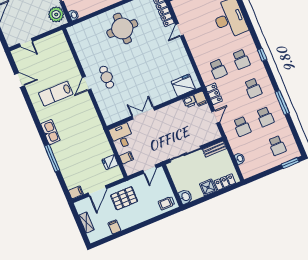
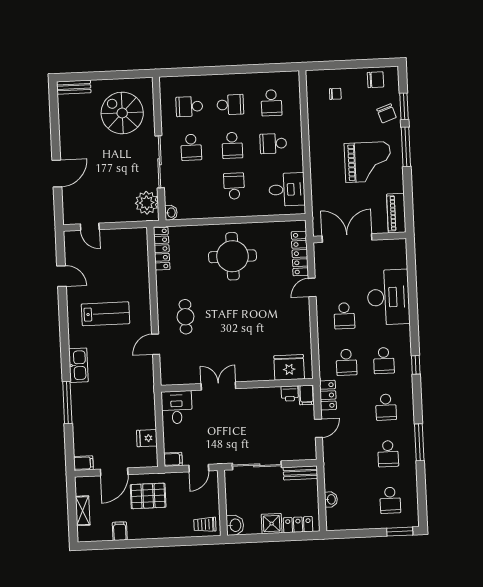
locker: (76, 40) -> (162, 249), added
door: (87, 83) -> (156, 344), moved
lab bench: (56, 94) -> (105, 314), turned 180
school desk: (242, 126) -> (344, 316), moved
filing cabinet: (126, 158) -> (173, 459), moved

